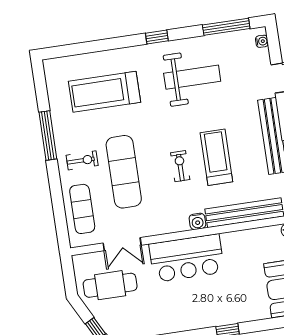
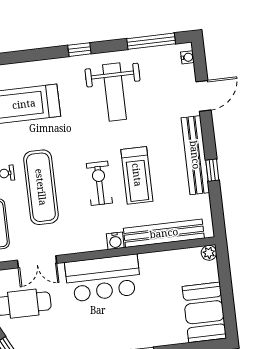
weight bench: (192, 77) -> (114, 92), turned 90
treadmill: (216, 157) -> (137, 175), turned 180
exercise bike: (180, 166) -> (99, 183), width x1.38, depth x1.39

